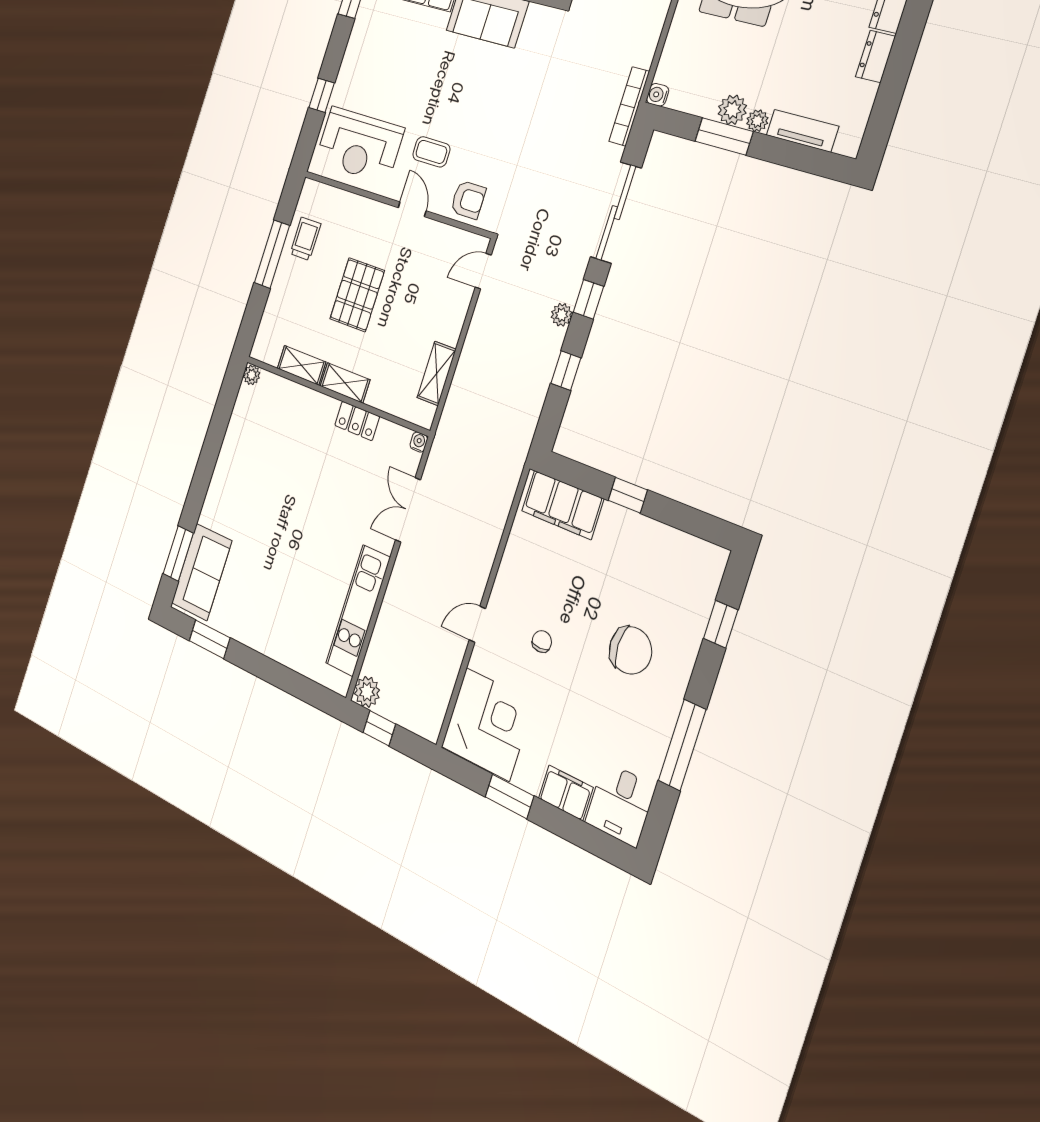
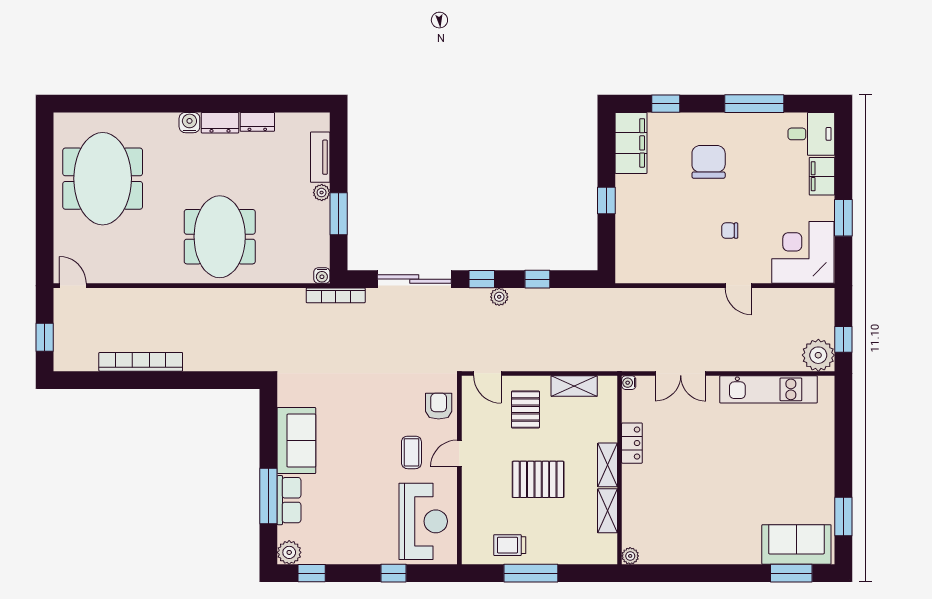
plant: (732, 110) -> (319, 214), removed
pallet: (431, 305) -> (525, 410), added
filing cabinet: (563, 505) -> (631, 143), moved
plant: (367, 692) -> (818, 355), width x1.36, depth x1.36

